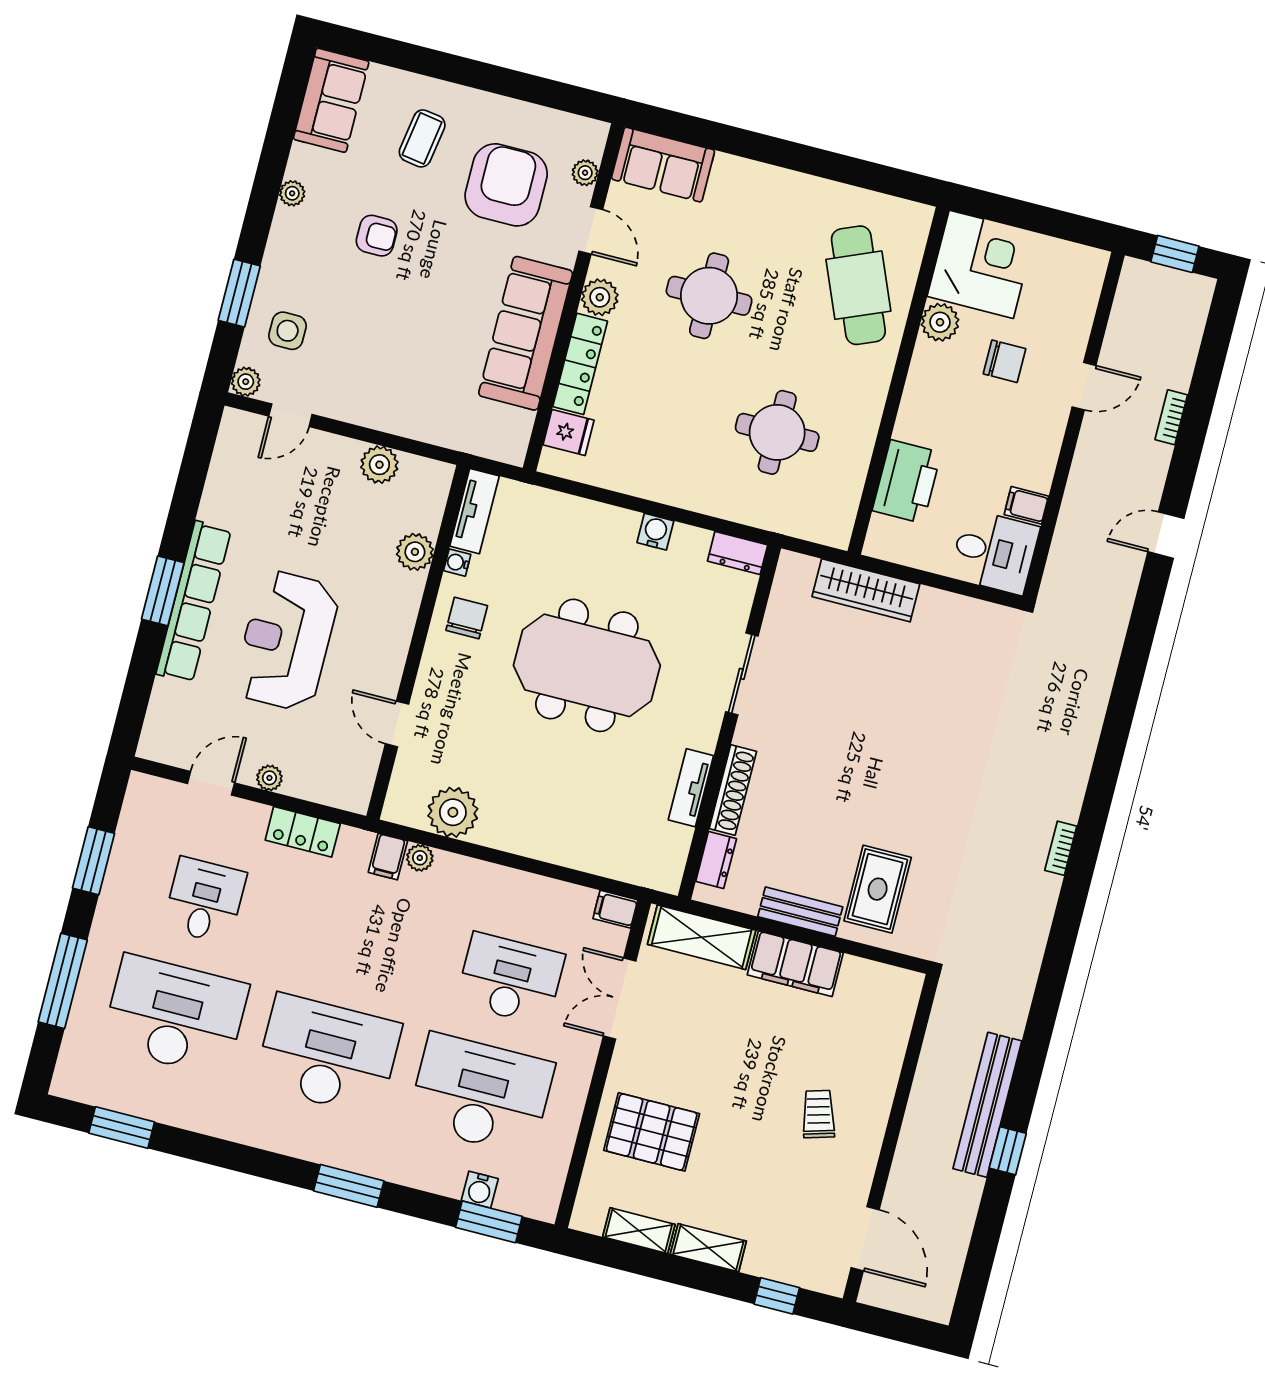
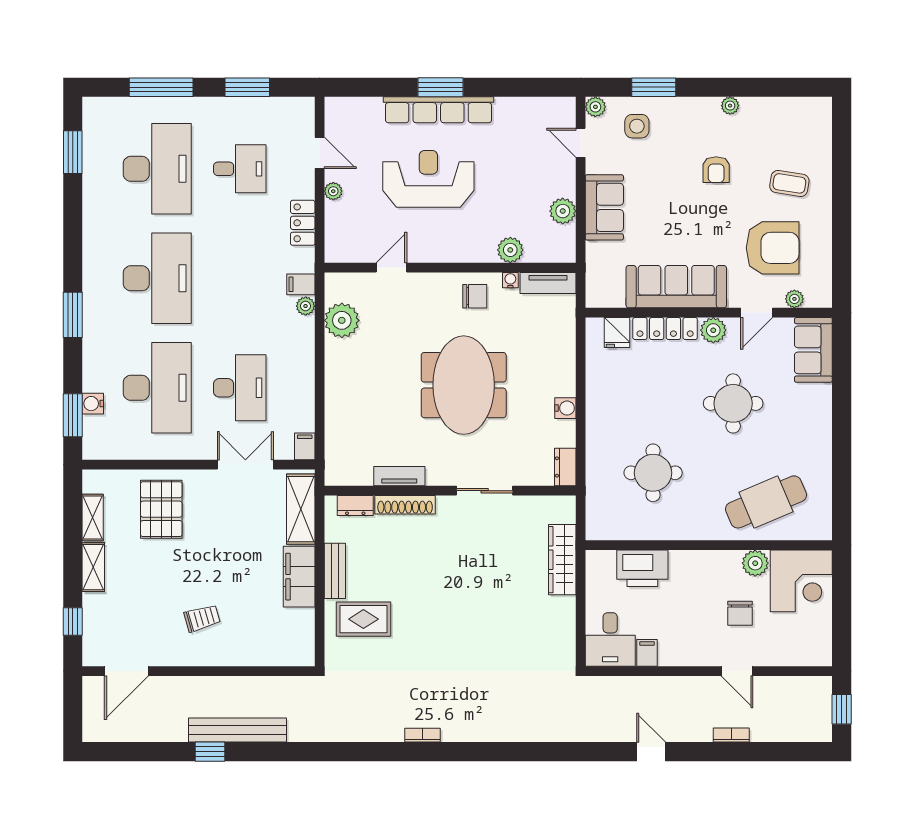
sofa: (331, 100) -> (604, 207), moved, turned -90

